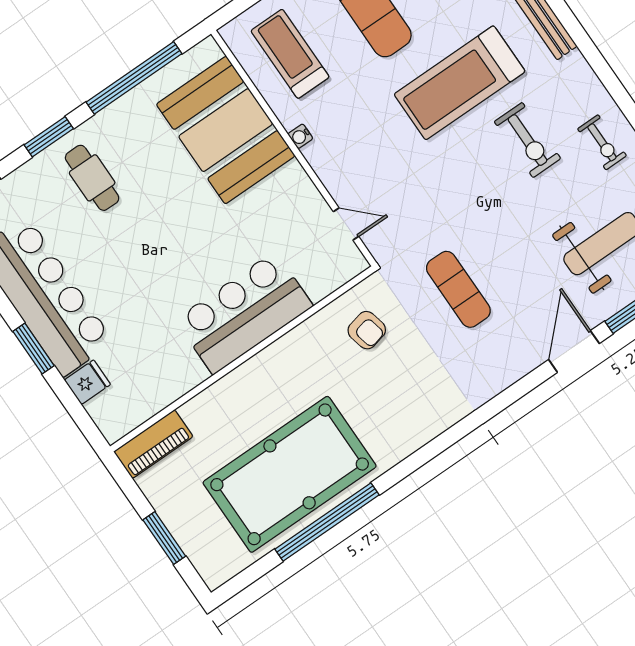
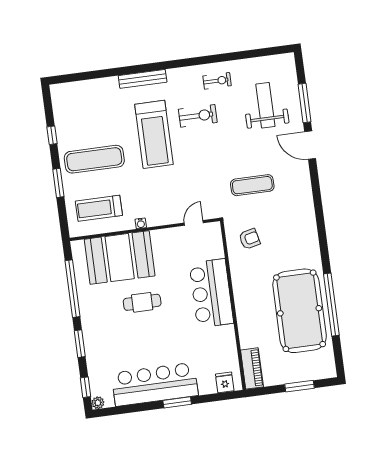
cafe table: (92, 178) -> (142, 302), moved
fridge: (87, 382) -> (225, 382), moved

